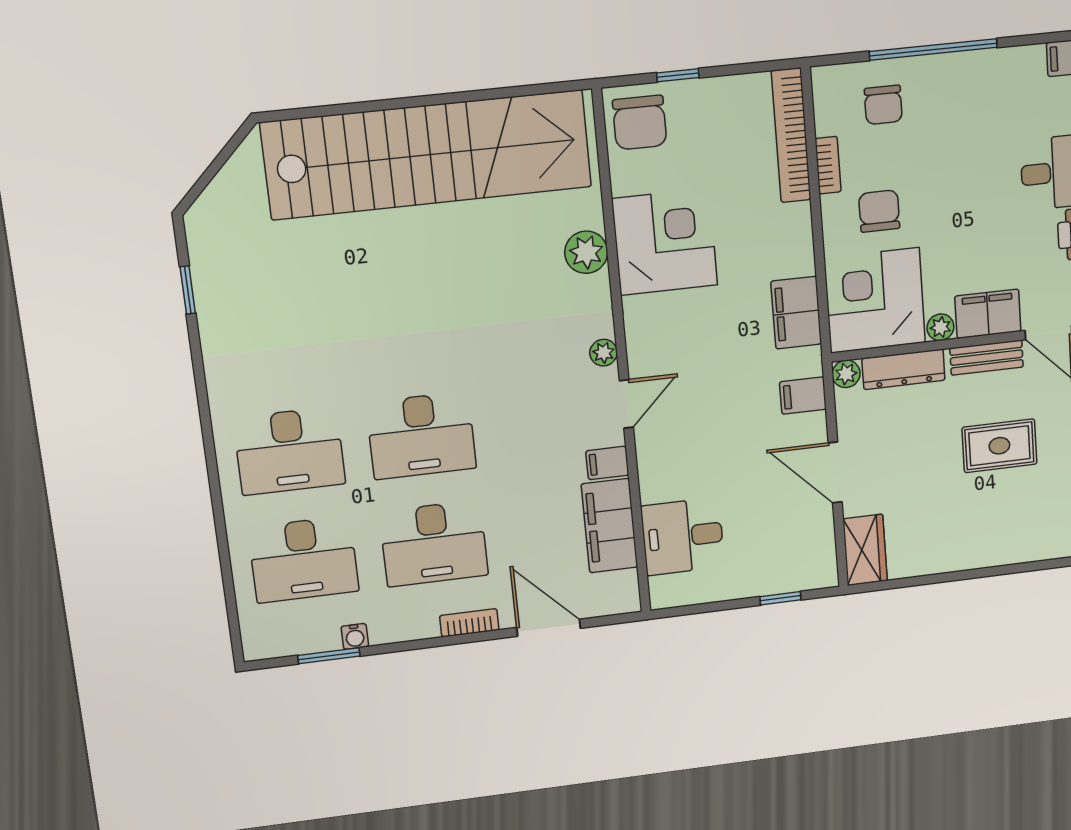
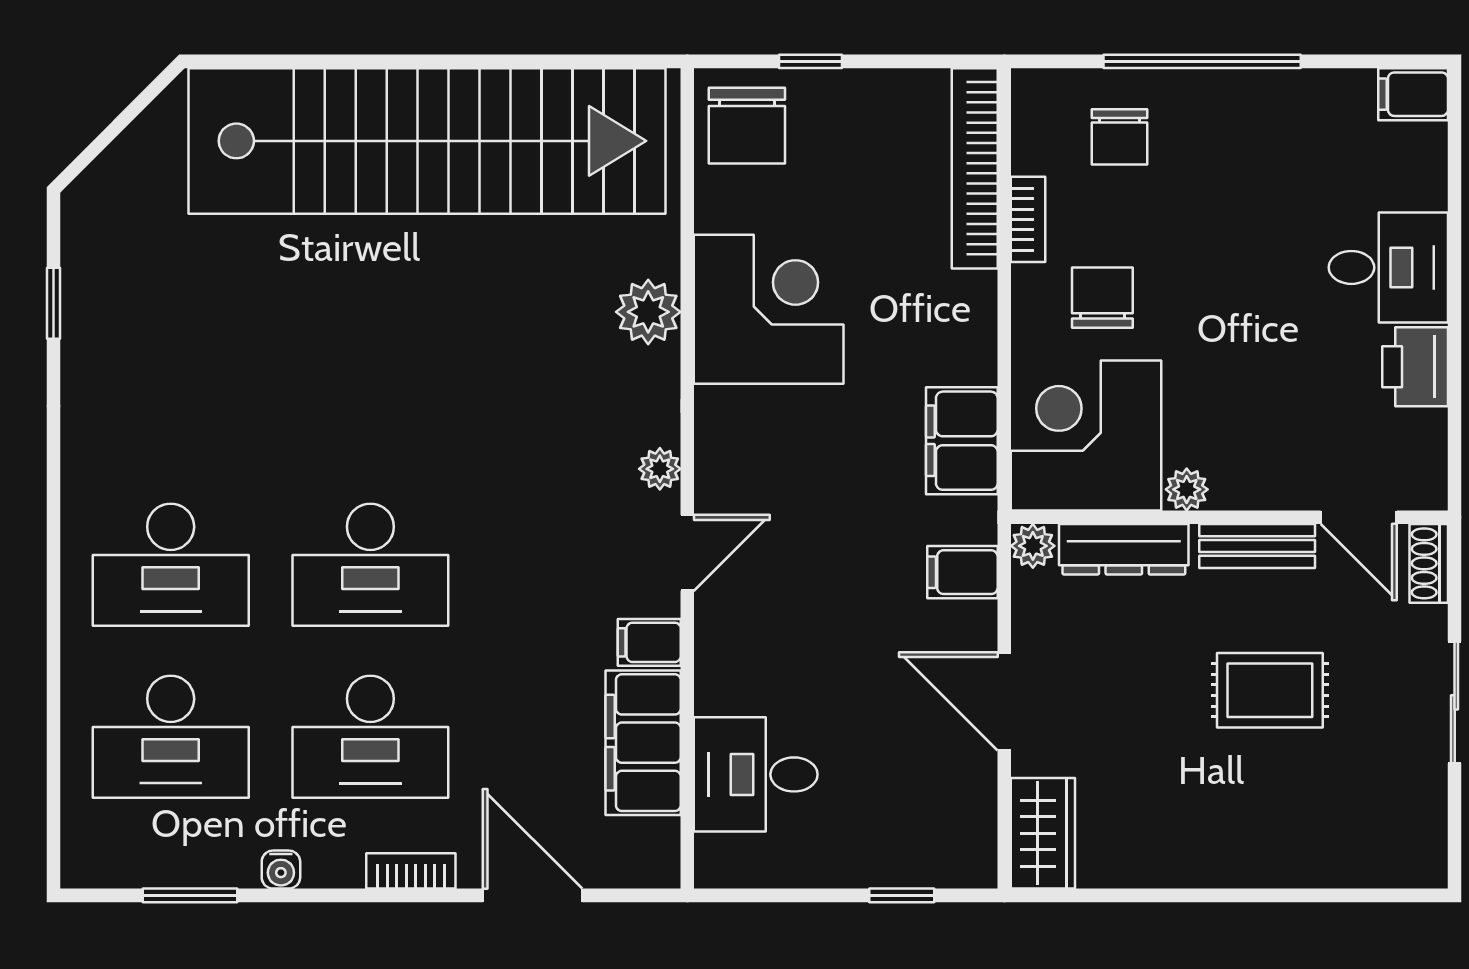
filing cabinet: (988, 314) -> (1263, 477), removed
water cooler: (355, 636) -> (281, 870), moved

